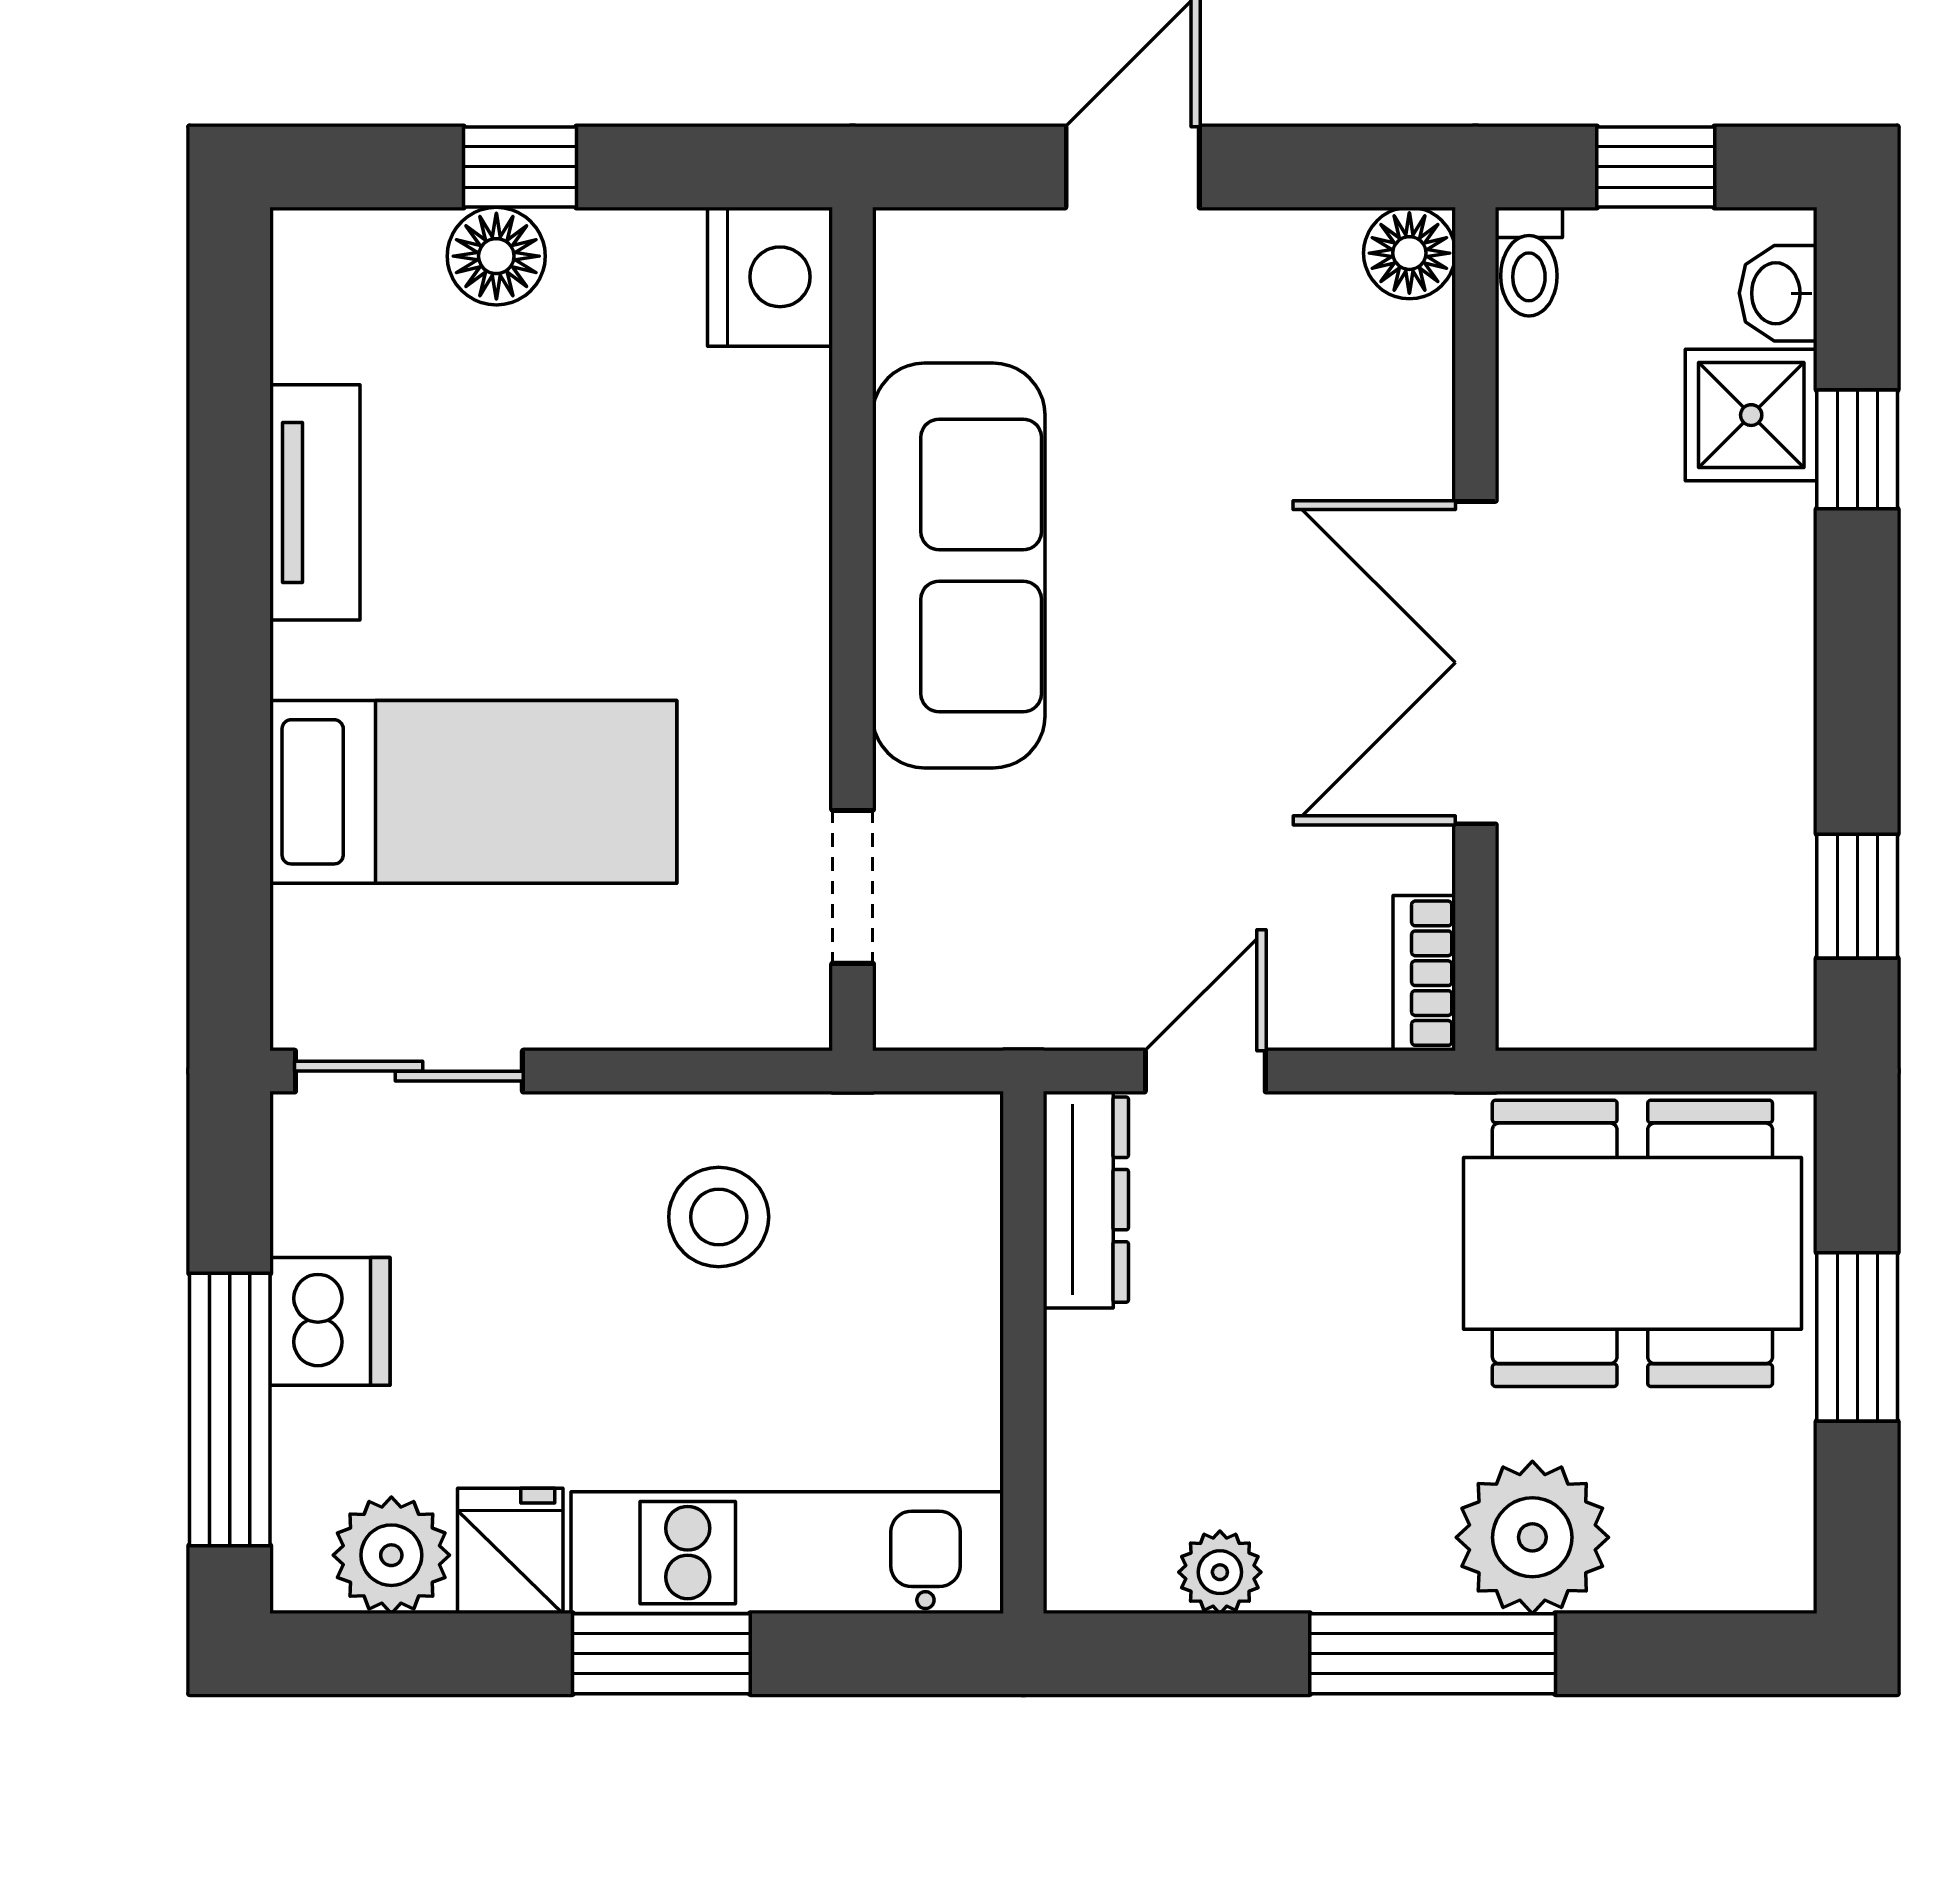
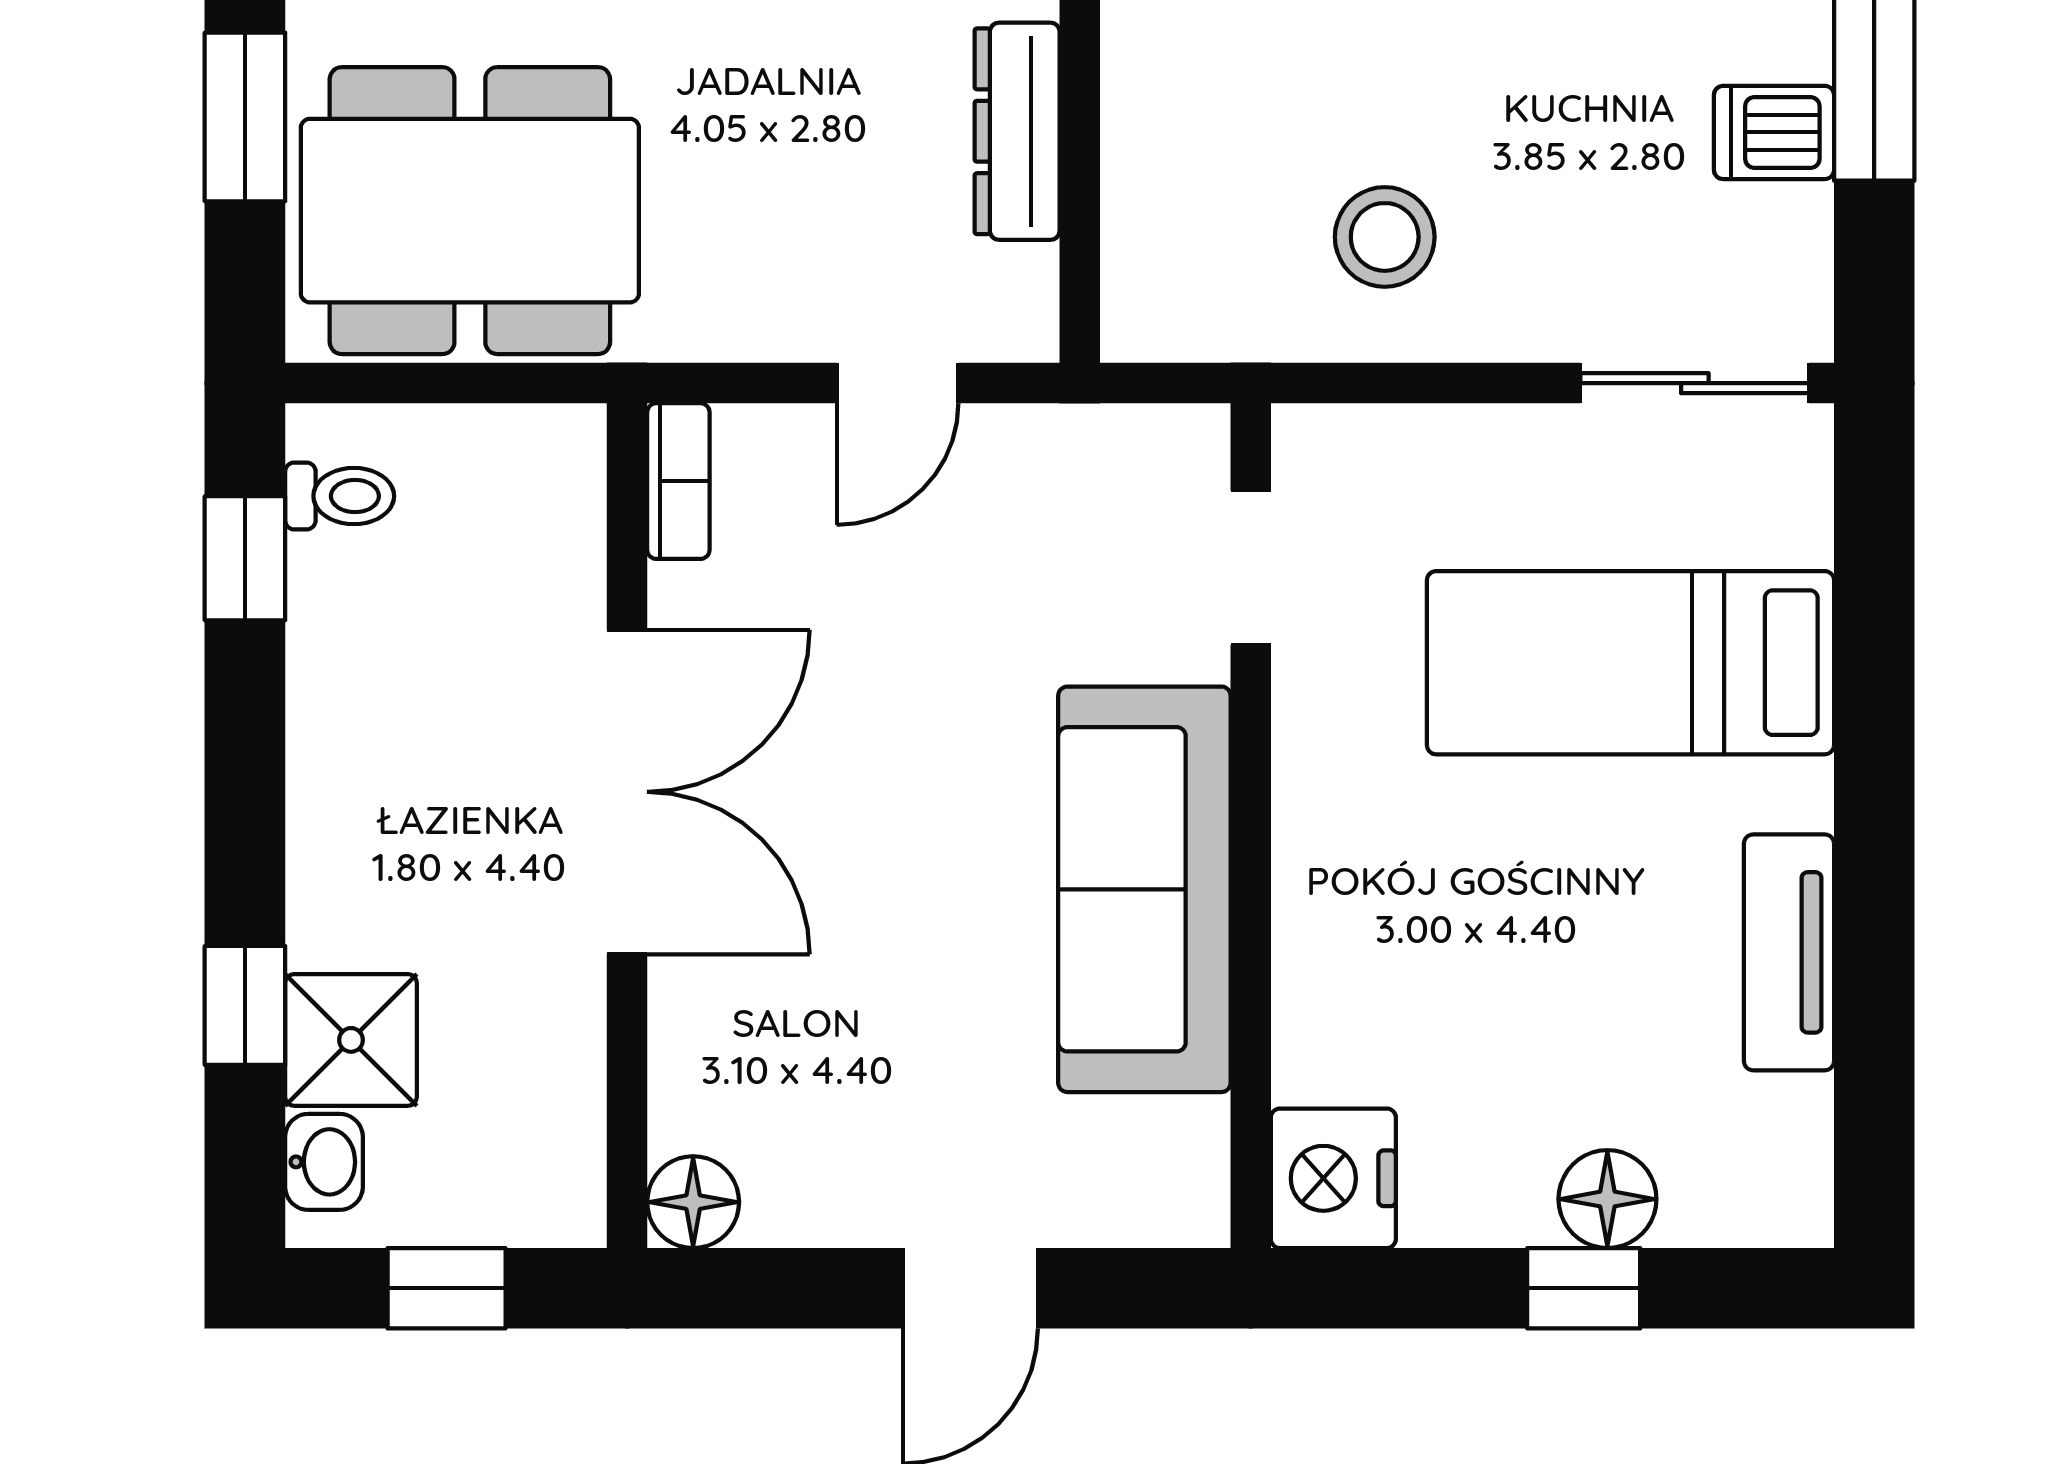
toilet: (1529, 262) -> (340, 496), moved, turned 90
dresser: (1086, 1200) -> (1017, 131), moved
dishwasher: (330, 1321) -> (1774, 132), width x0.73

